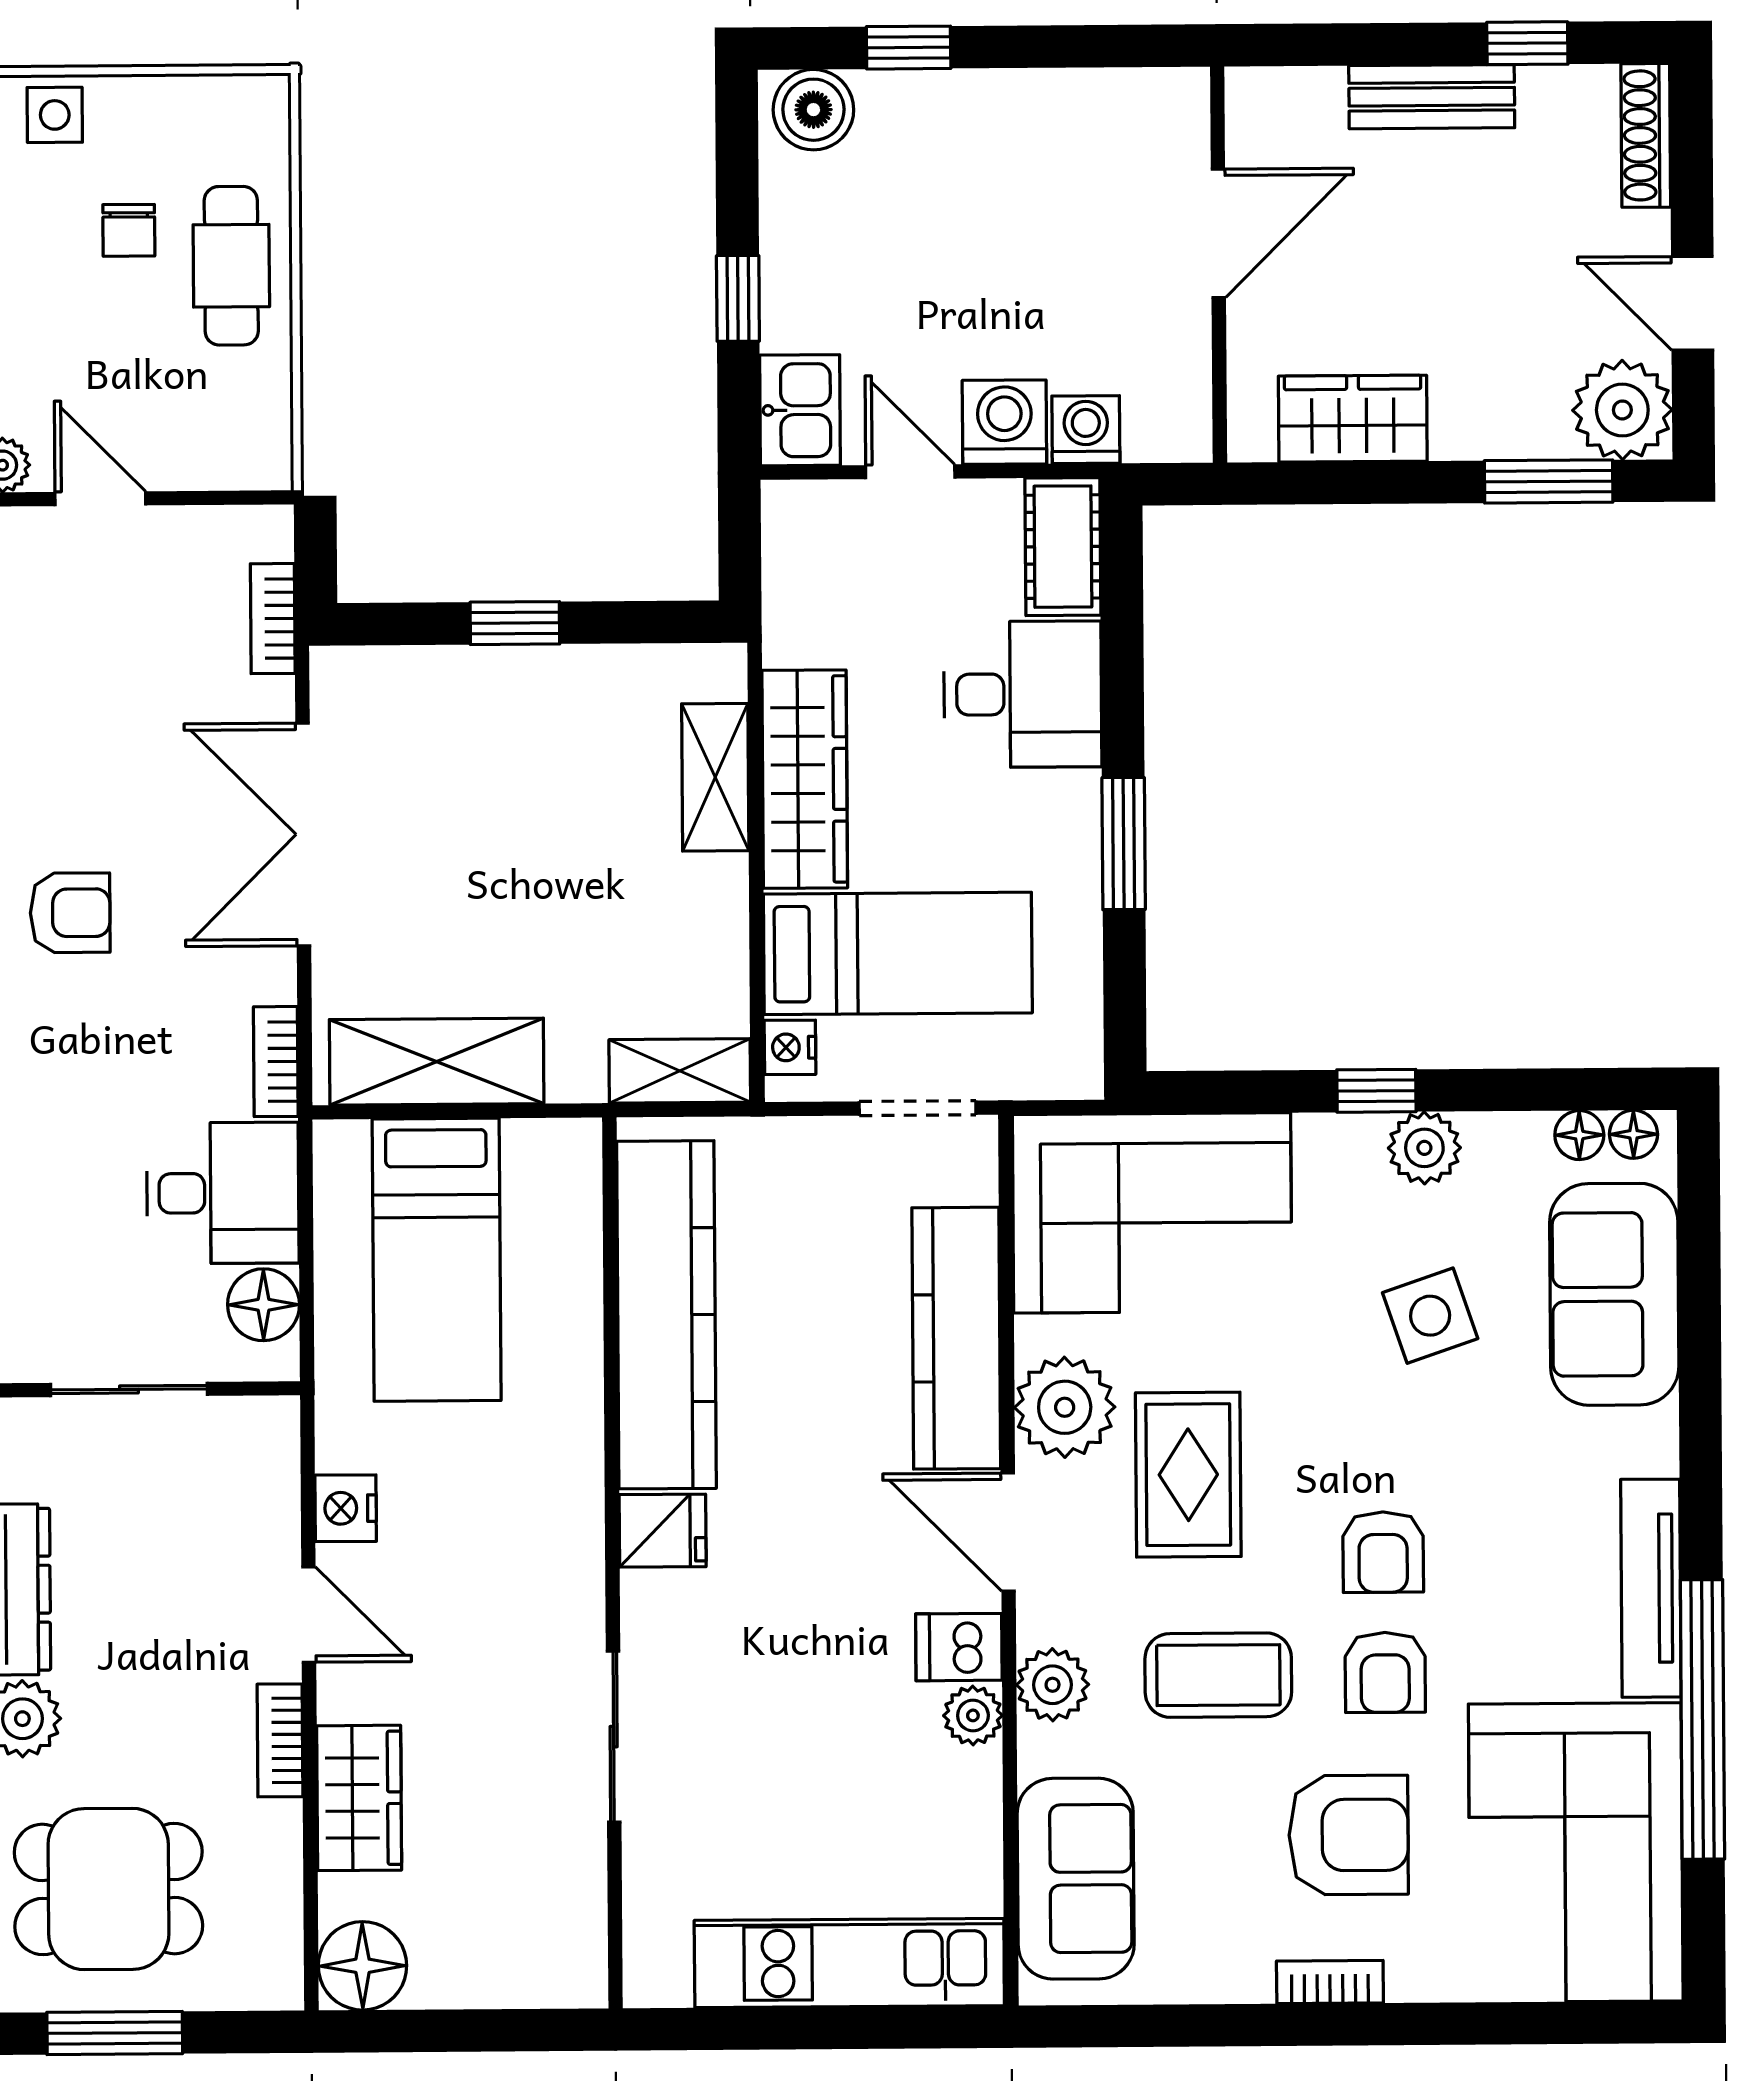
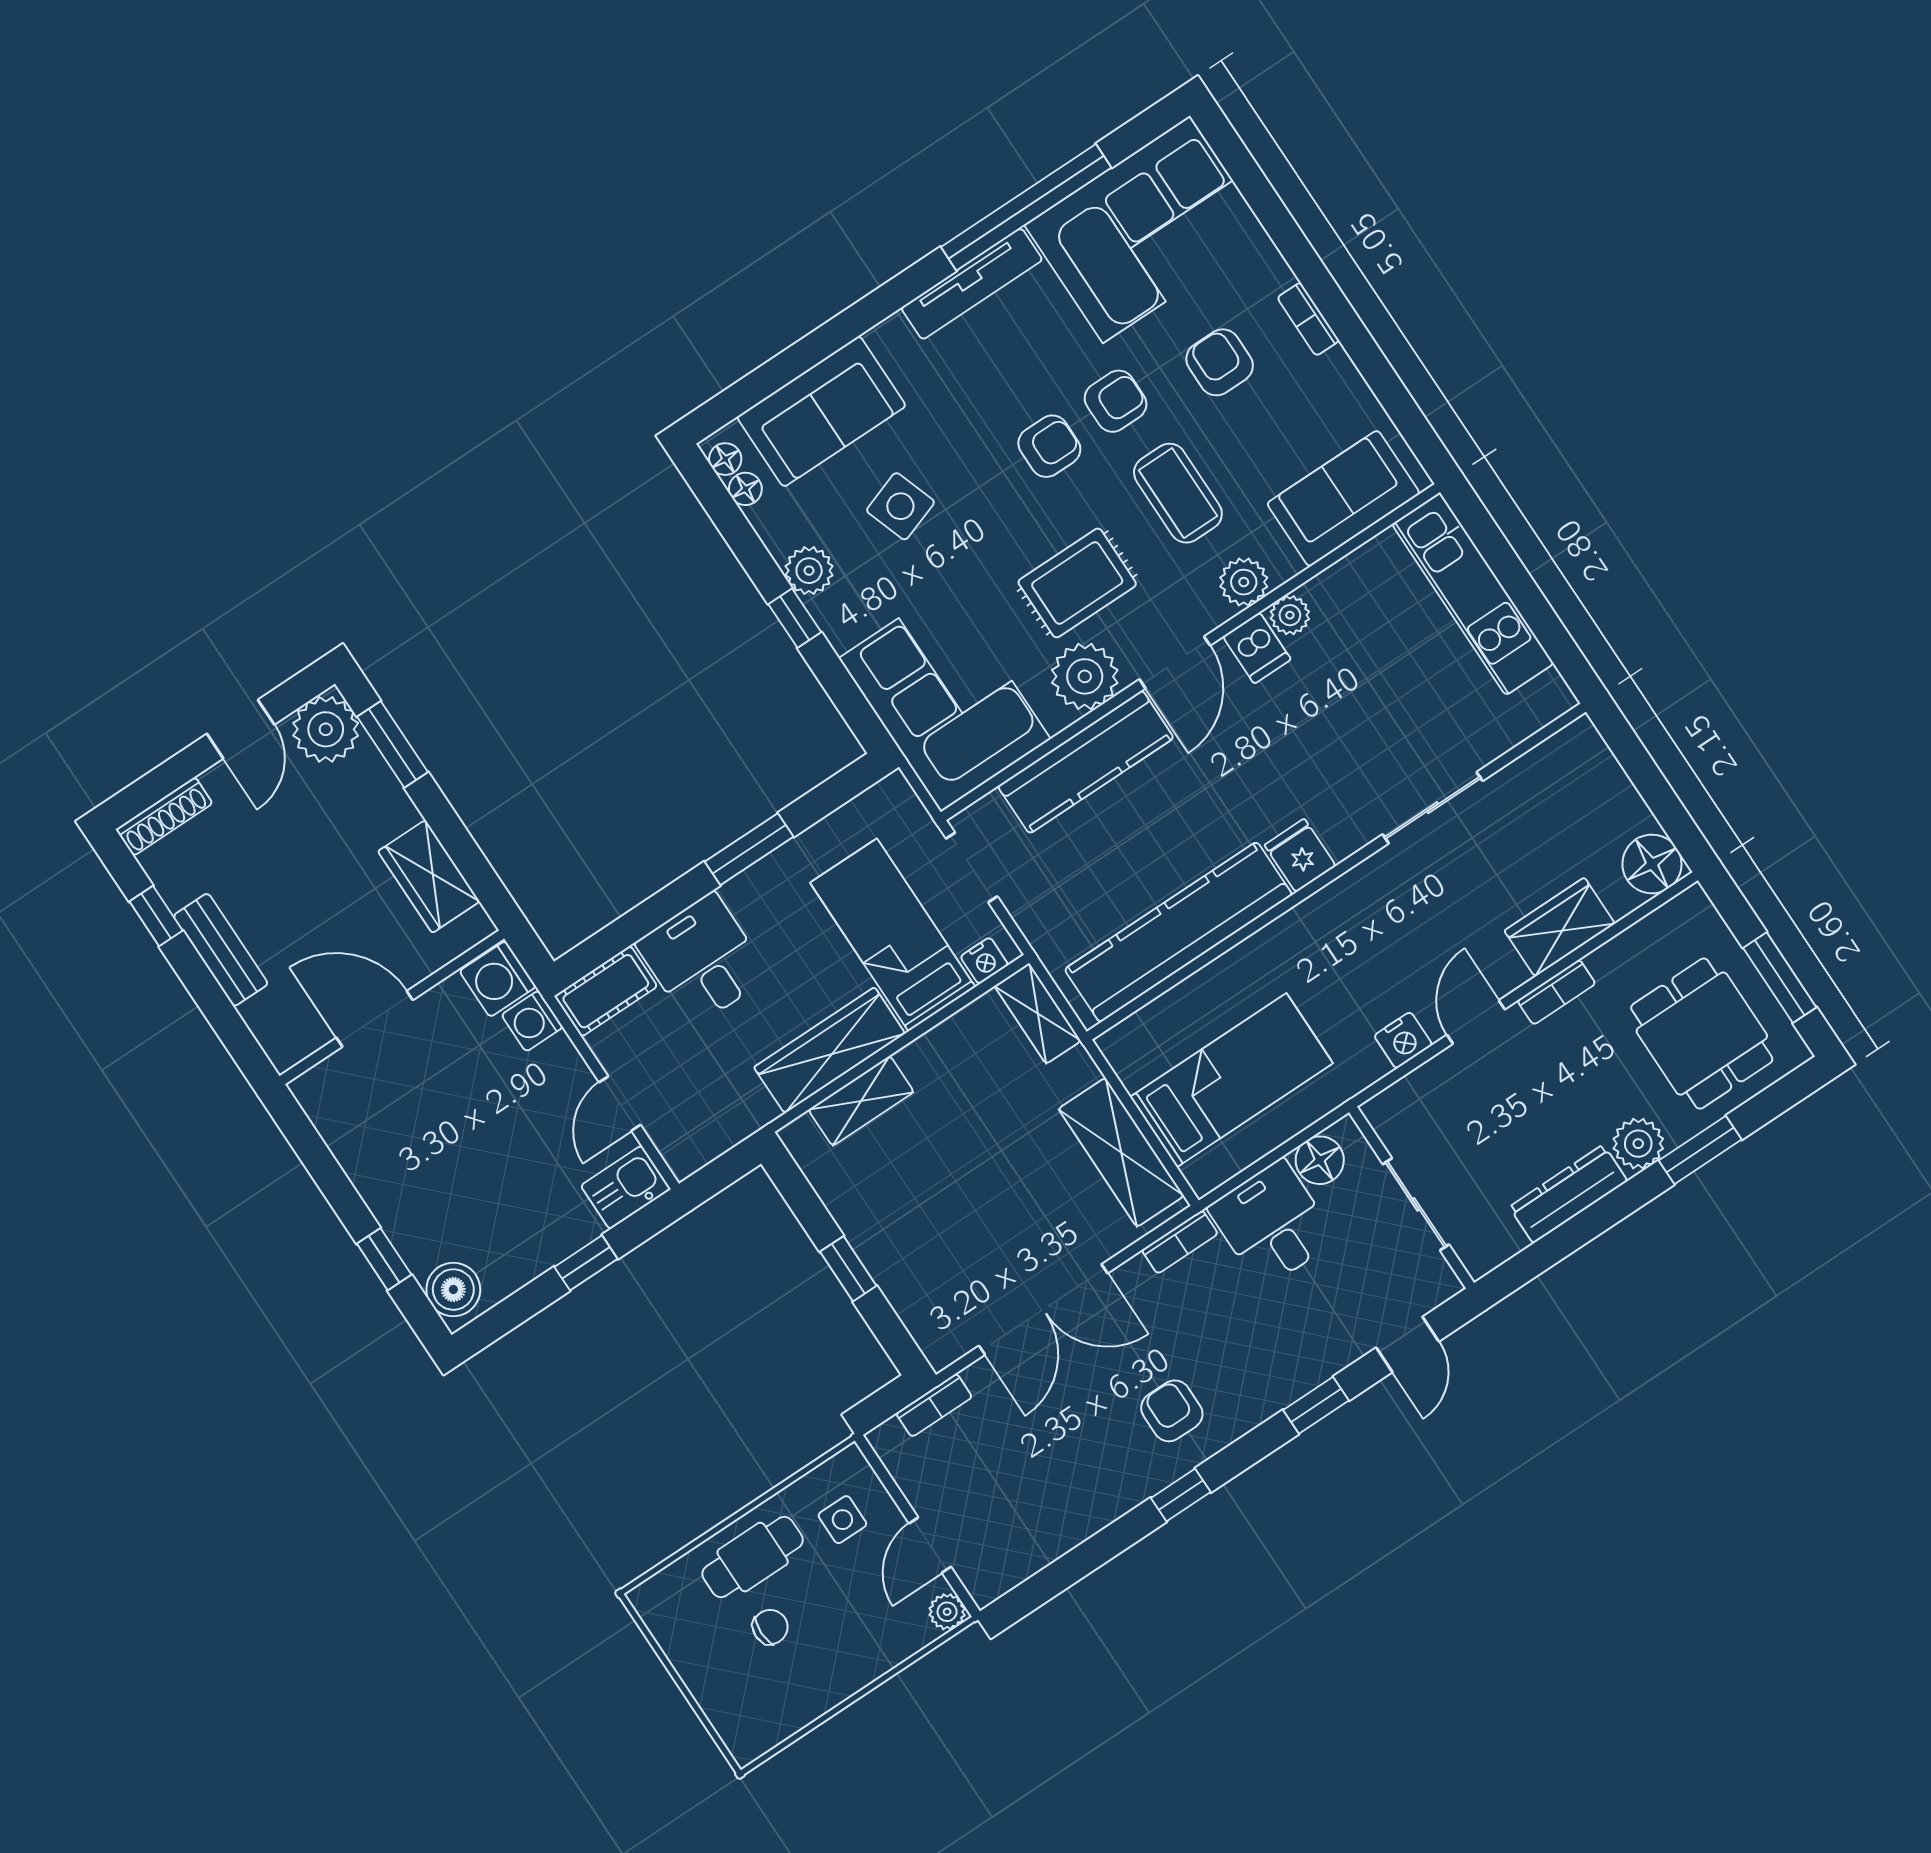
side table: (55, 115) -> (842, 1520), moved
washing machine: (1004, 422) -> (498, 979), moved
armchair: (1348, 1835) -> (1220, 362), width x0.72, depth x0.72

